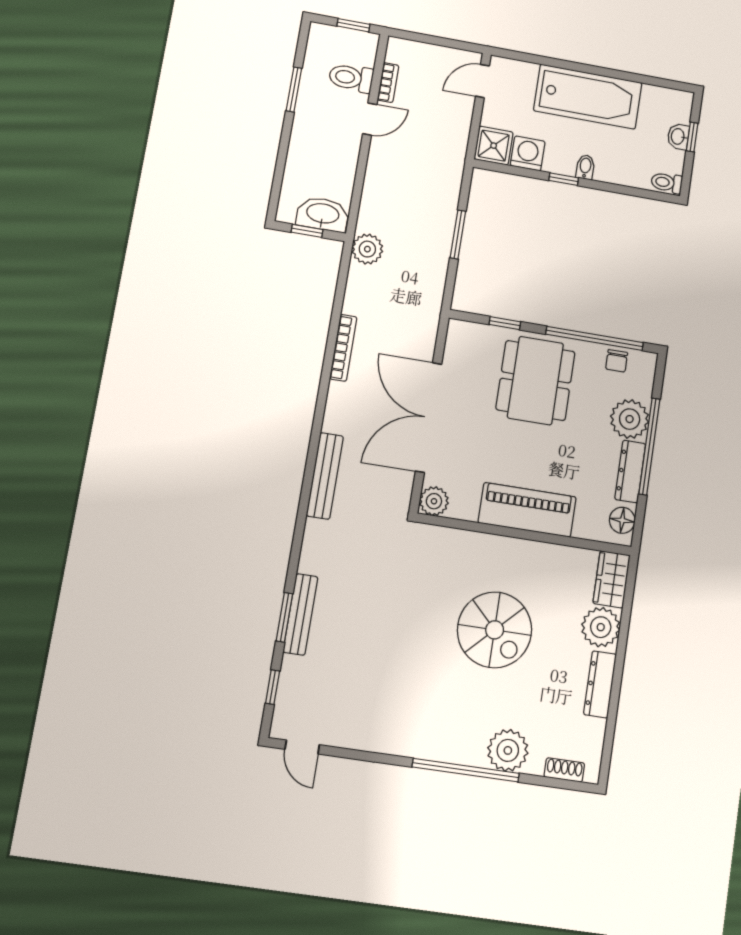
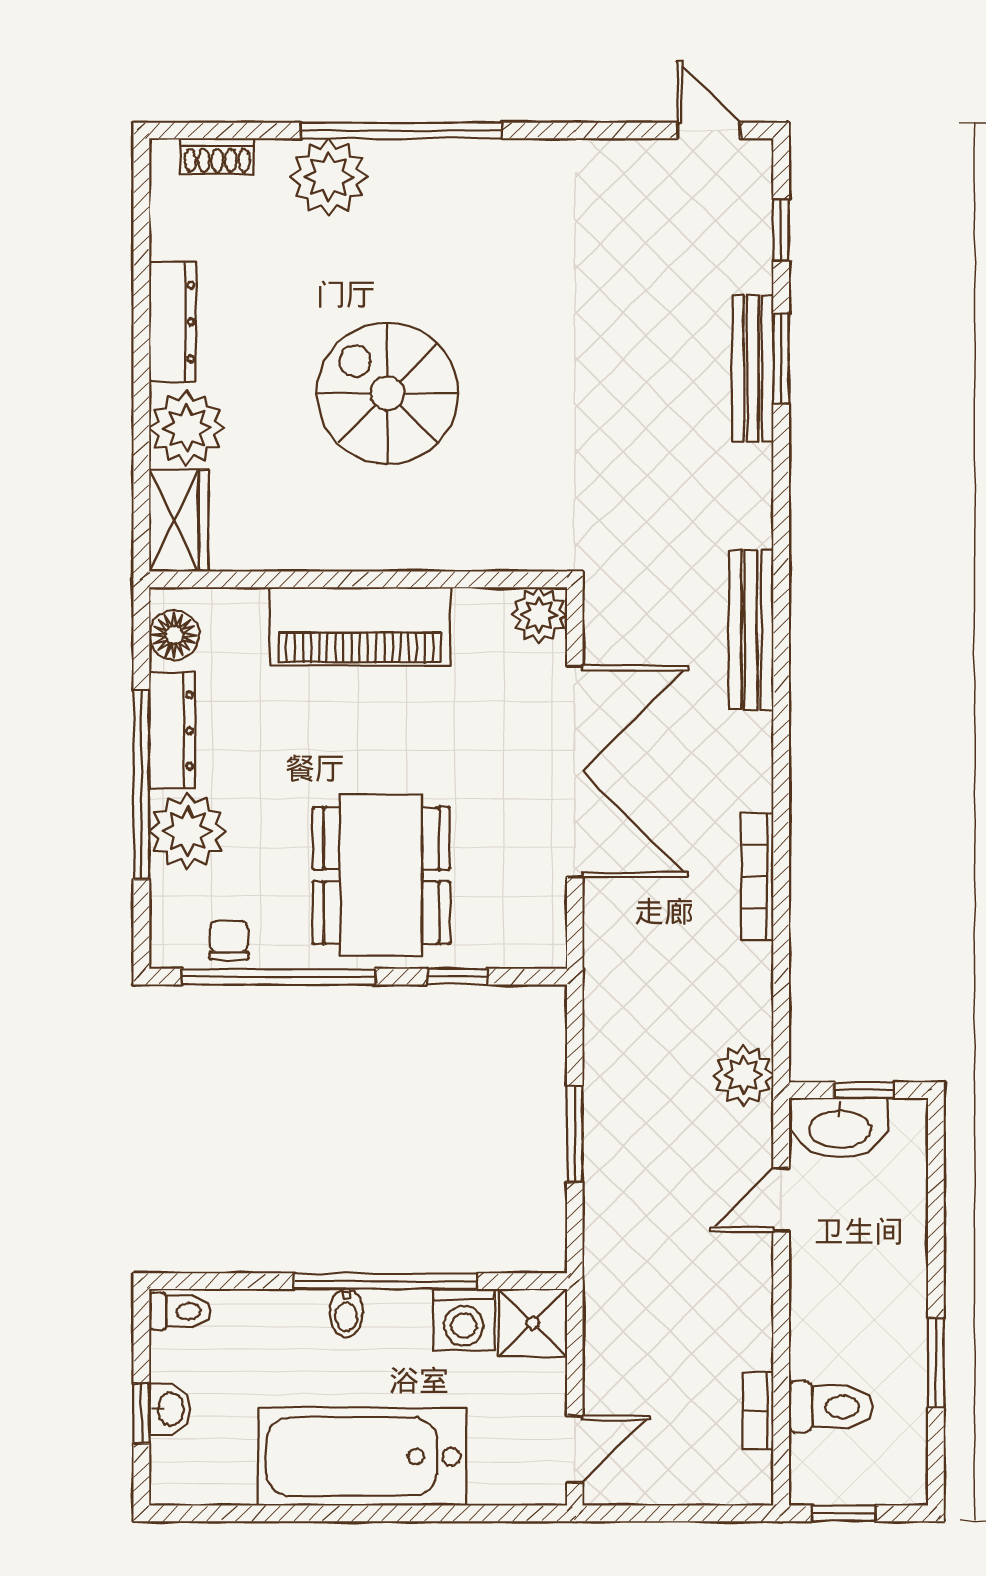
door: (370, 119) -> (781, 1200), moved
window: (564, 179) -> (385, 1281), width x3.17

